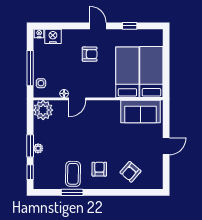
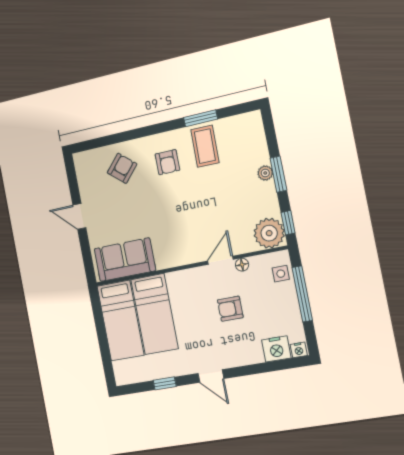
armchair: (90, 54) -> (230, 309), moved
door: (166, 146) -> (79, 216), hinge flipped
window: (30, 172) -> (288, 223), moved

